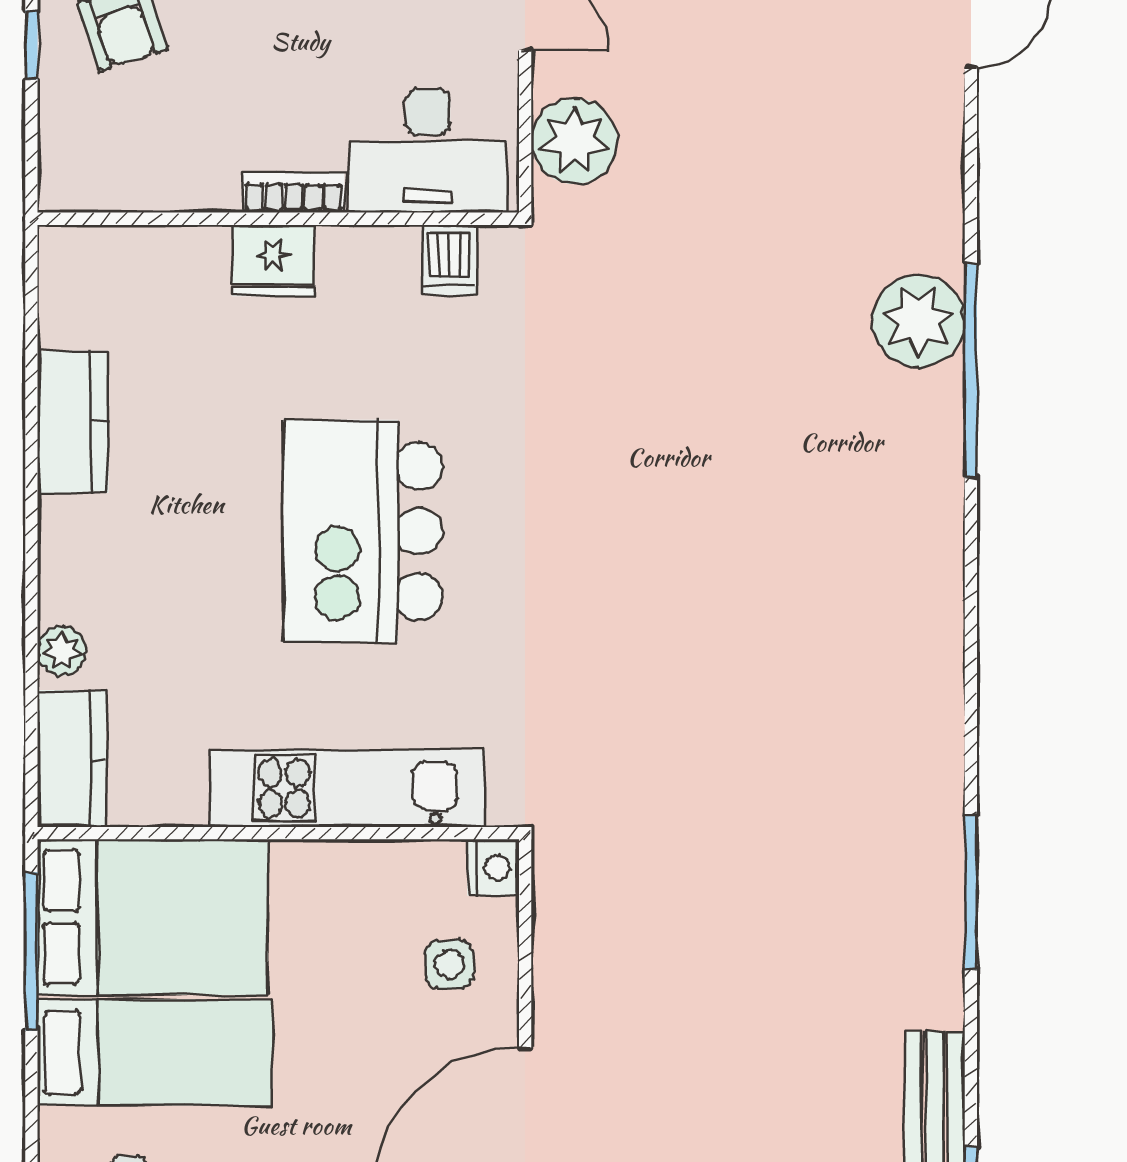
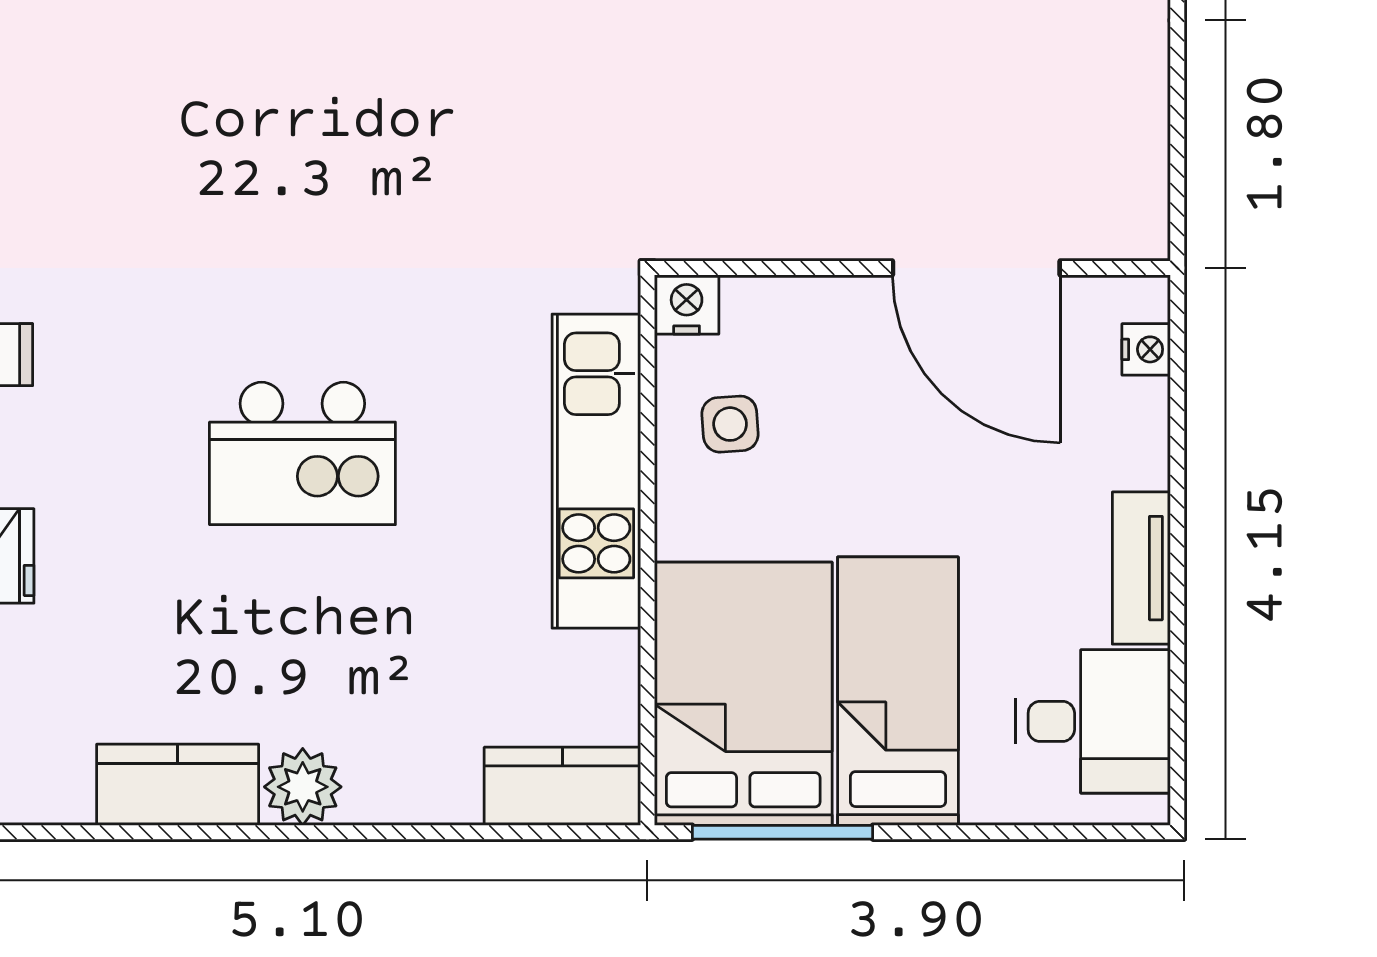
kitchen island: (363, 531) -> (302, 453), width x0.73, depth x0.78
plant: (62, 651) -> (303, 787), moved, width x1.38, depth x1.38
side table: (450, 964) -> (730, 424), moved

